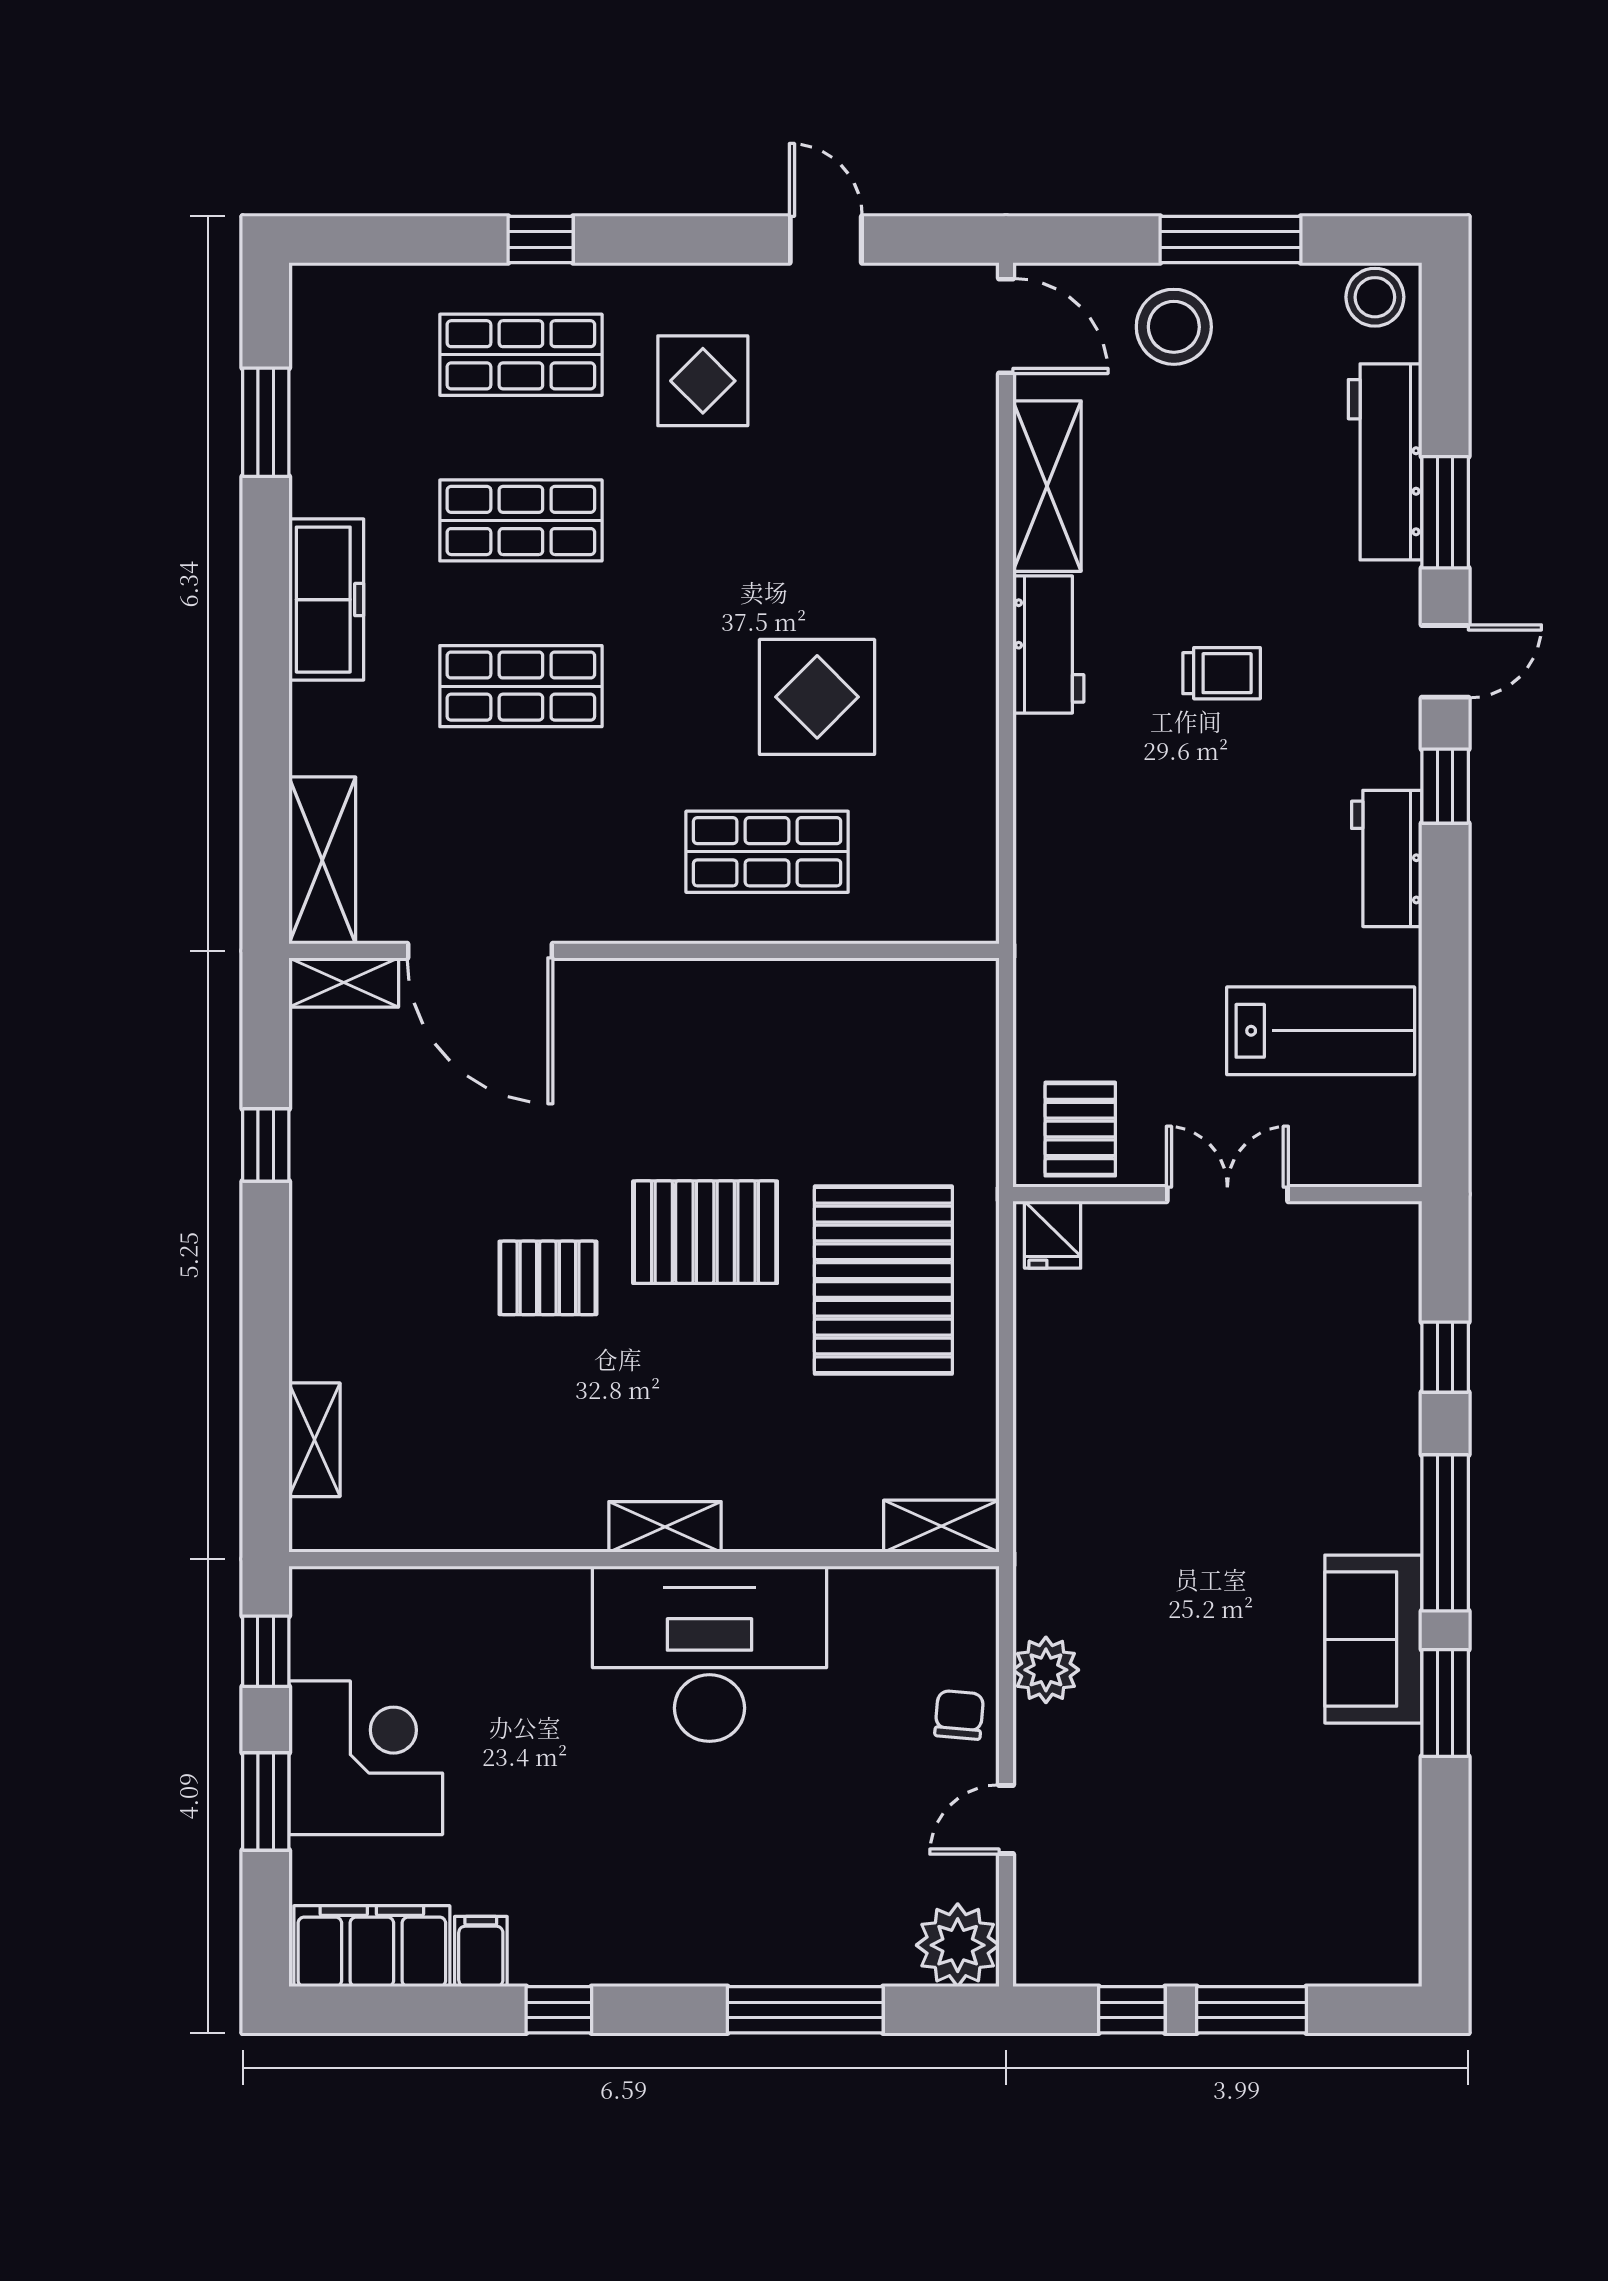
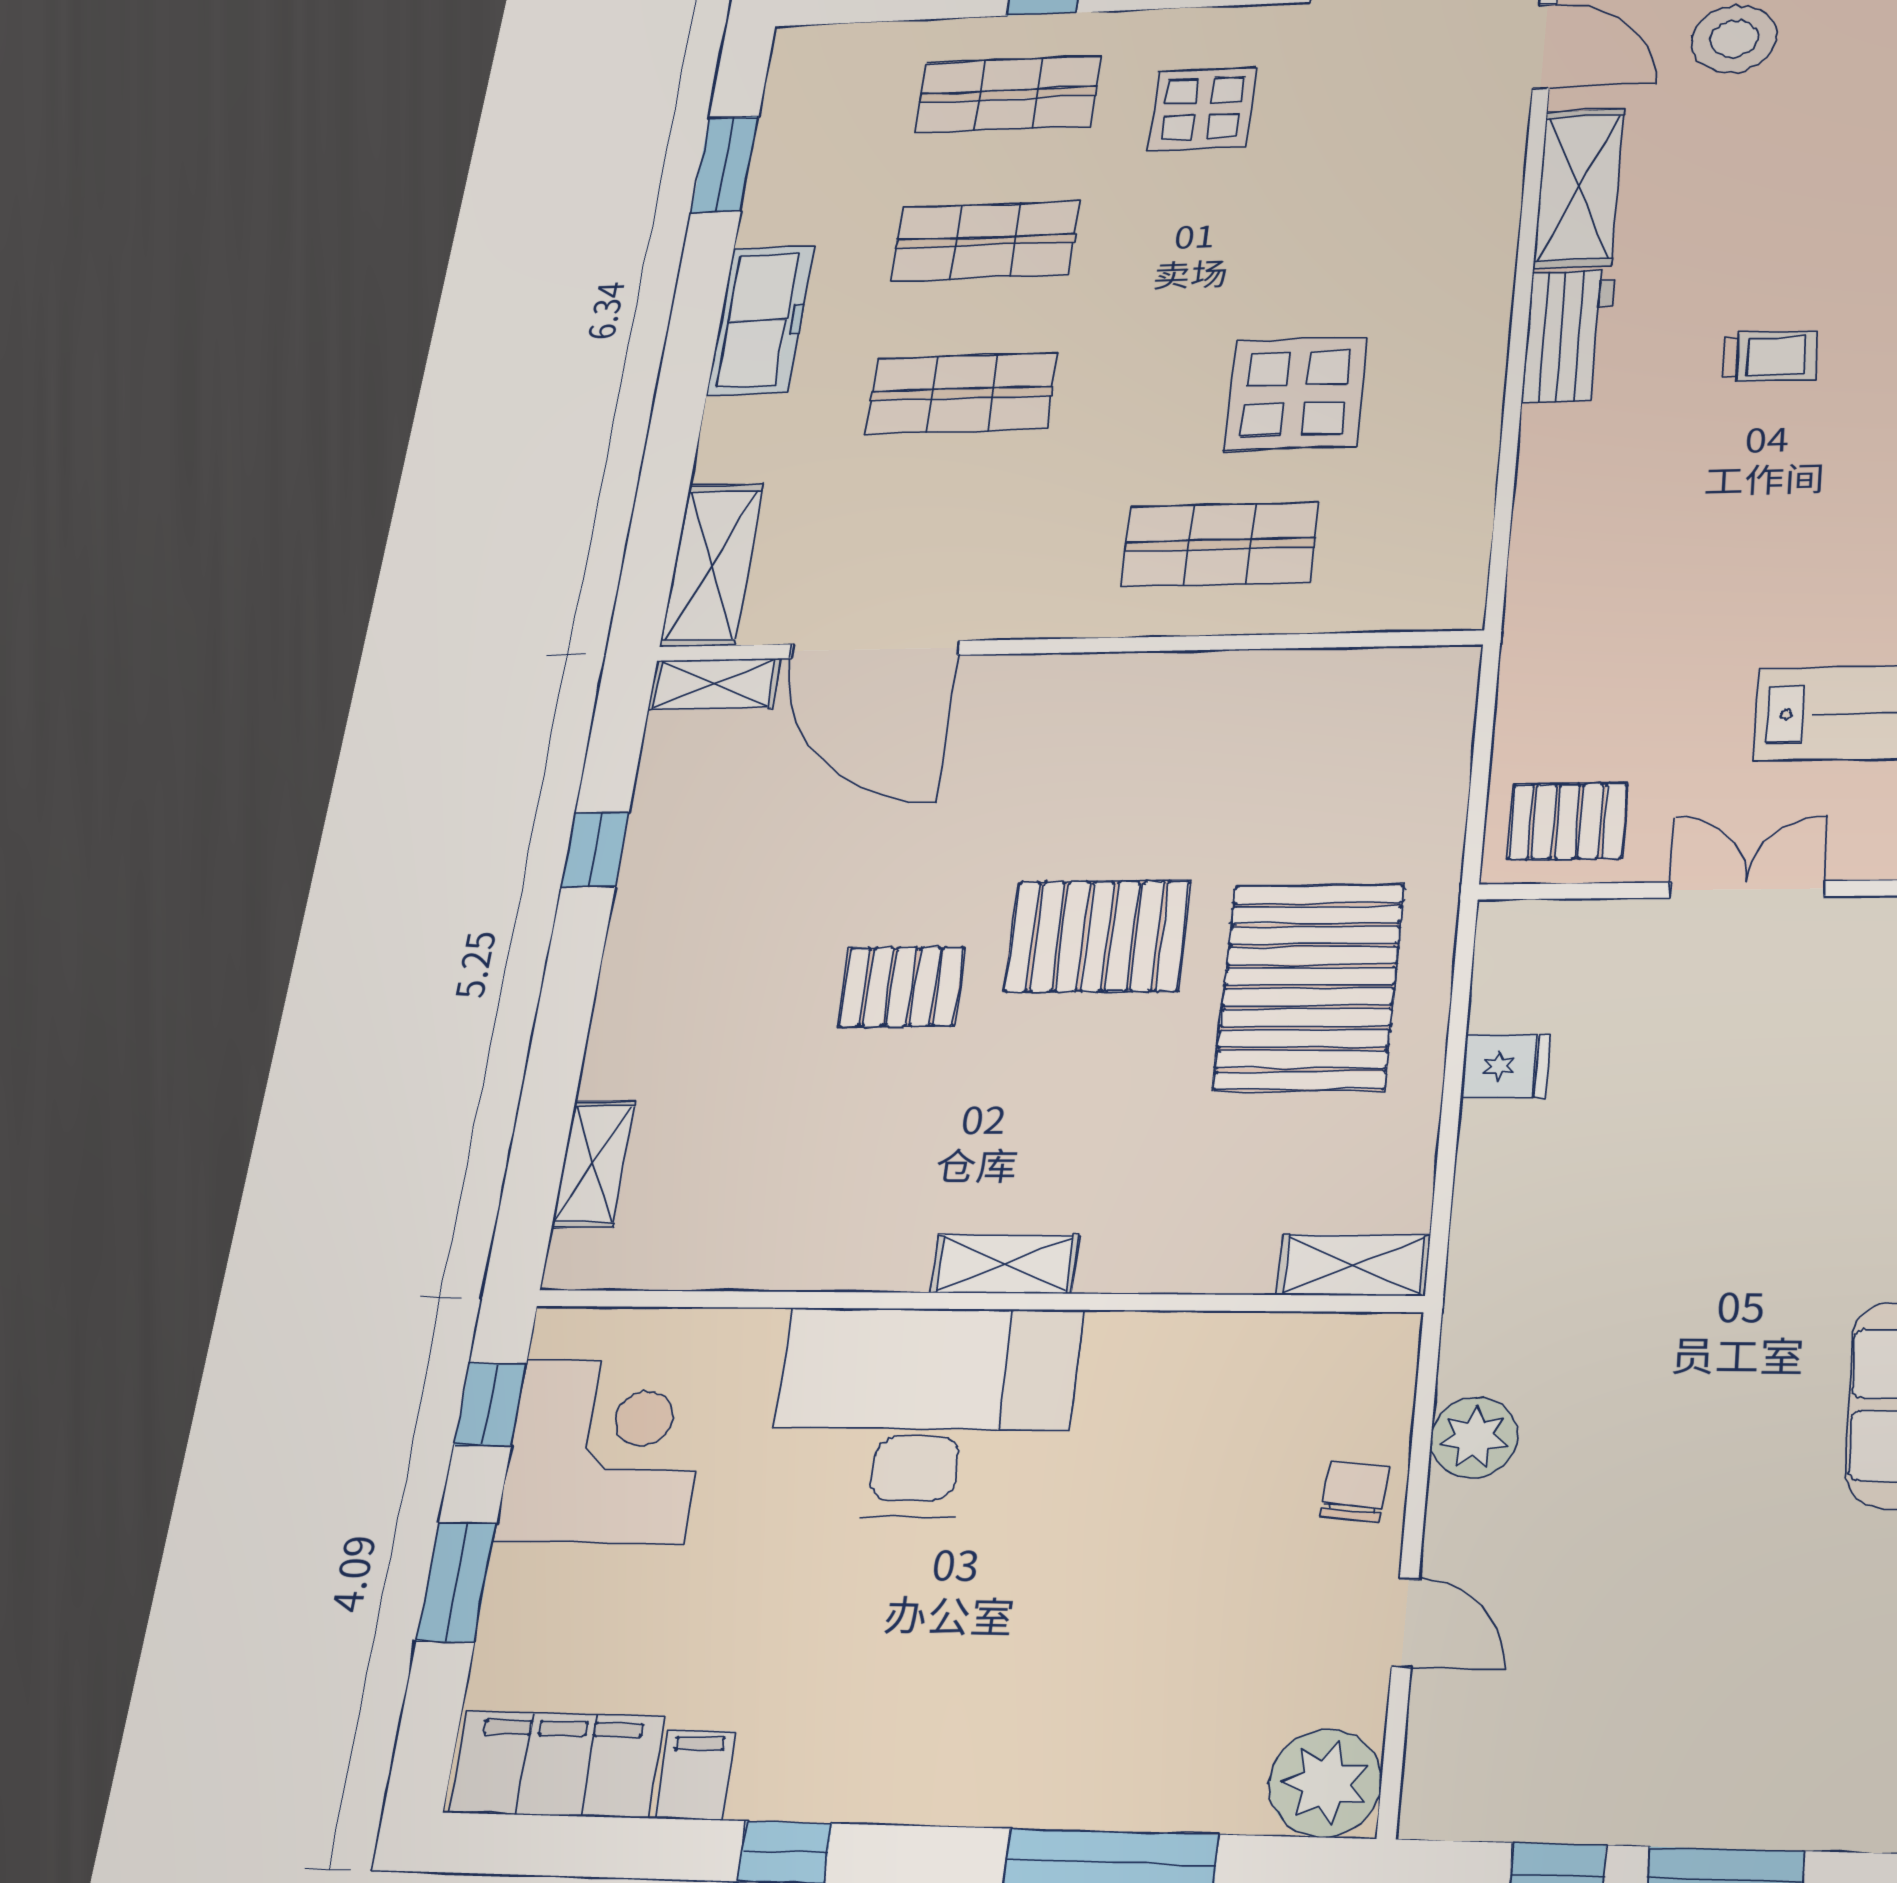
pallet: (1080, 1129) -> (1567, 821), turned 90
fridge: (1053, 1235) -> (1506, 1066), moved, turned -90
desk: (709, 1654) -> (923, 1412), moved
corner desk: (366, 1758) -> (604, 1451), moved
door: (1006, 1820) -> (1405, 1623), swing flipped

